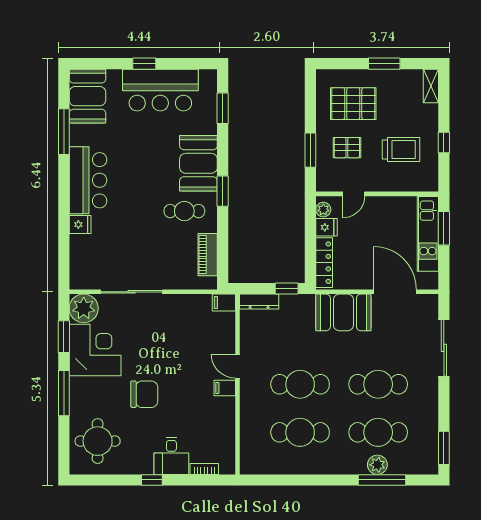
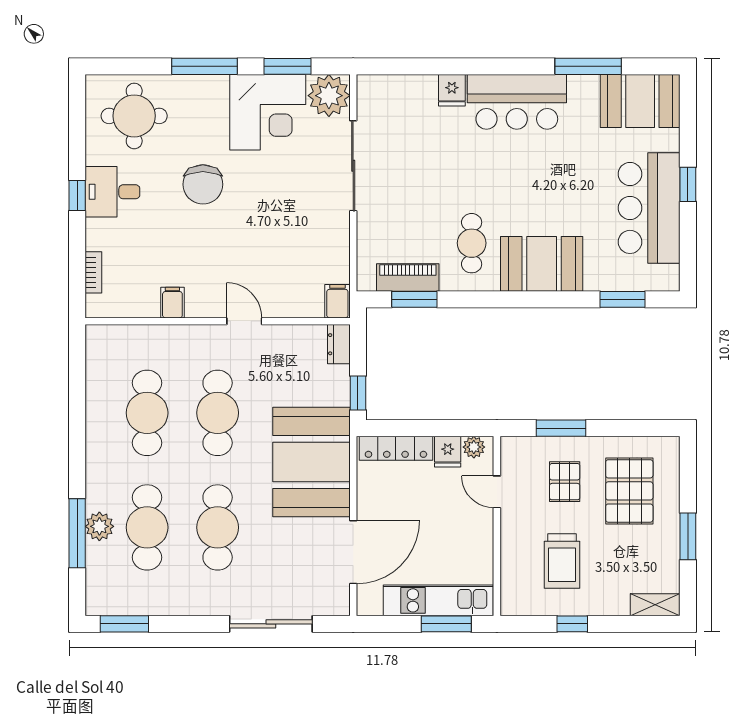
window: (223, 191) -> (414, 299), moved
dresser: (259, 302) -> (339, 344), width x0.70
booth: (343, 312) -> (311, 462), width x1.36, depth x1.42
door: (238, 366) -> (244, 321), hinge flipped
filing cabinet: (225, 388) -> (172, 303), moved
desk: (171, 456) -> (112, 192), moved

